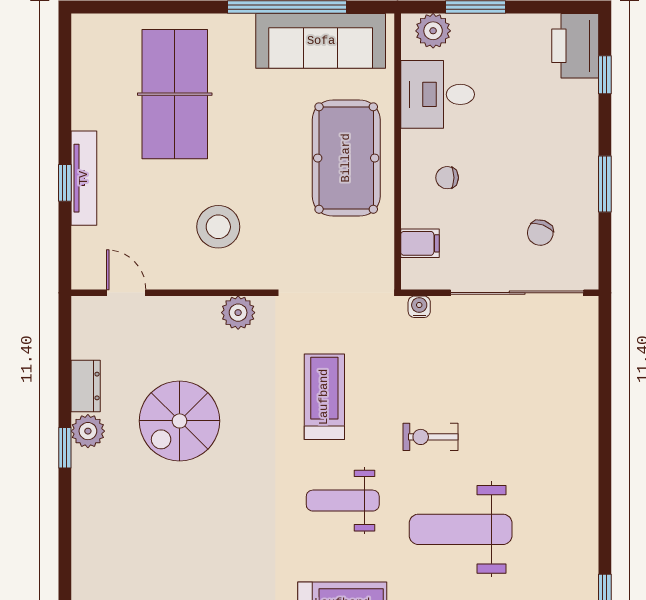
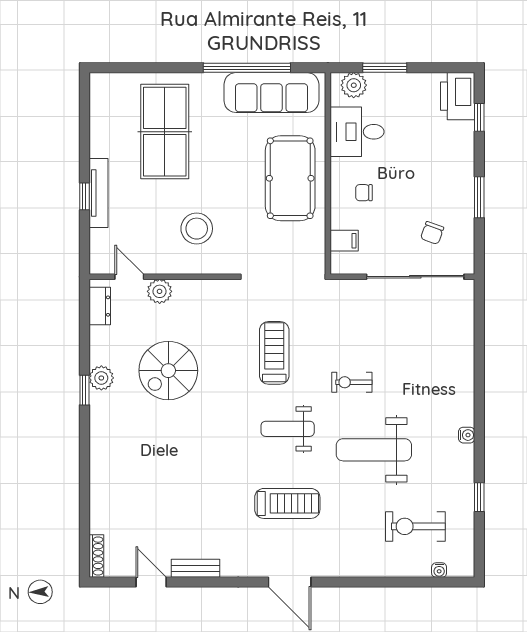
water cooler: (419, 307) -> (467, 435), moved, turned 90
plant: (238, 313) -> (160, 291), moved
dresser: (86, 386) -> (100, 306), moved

